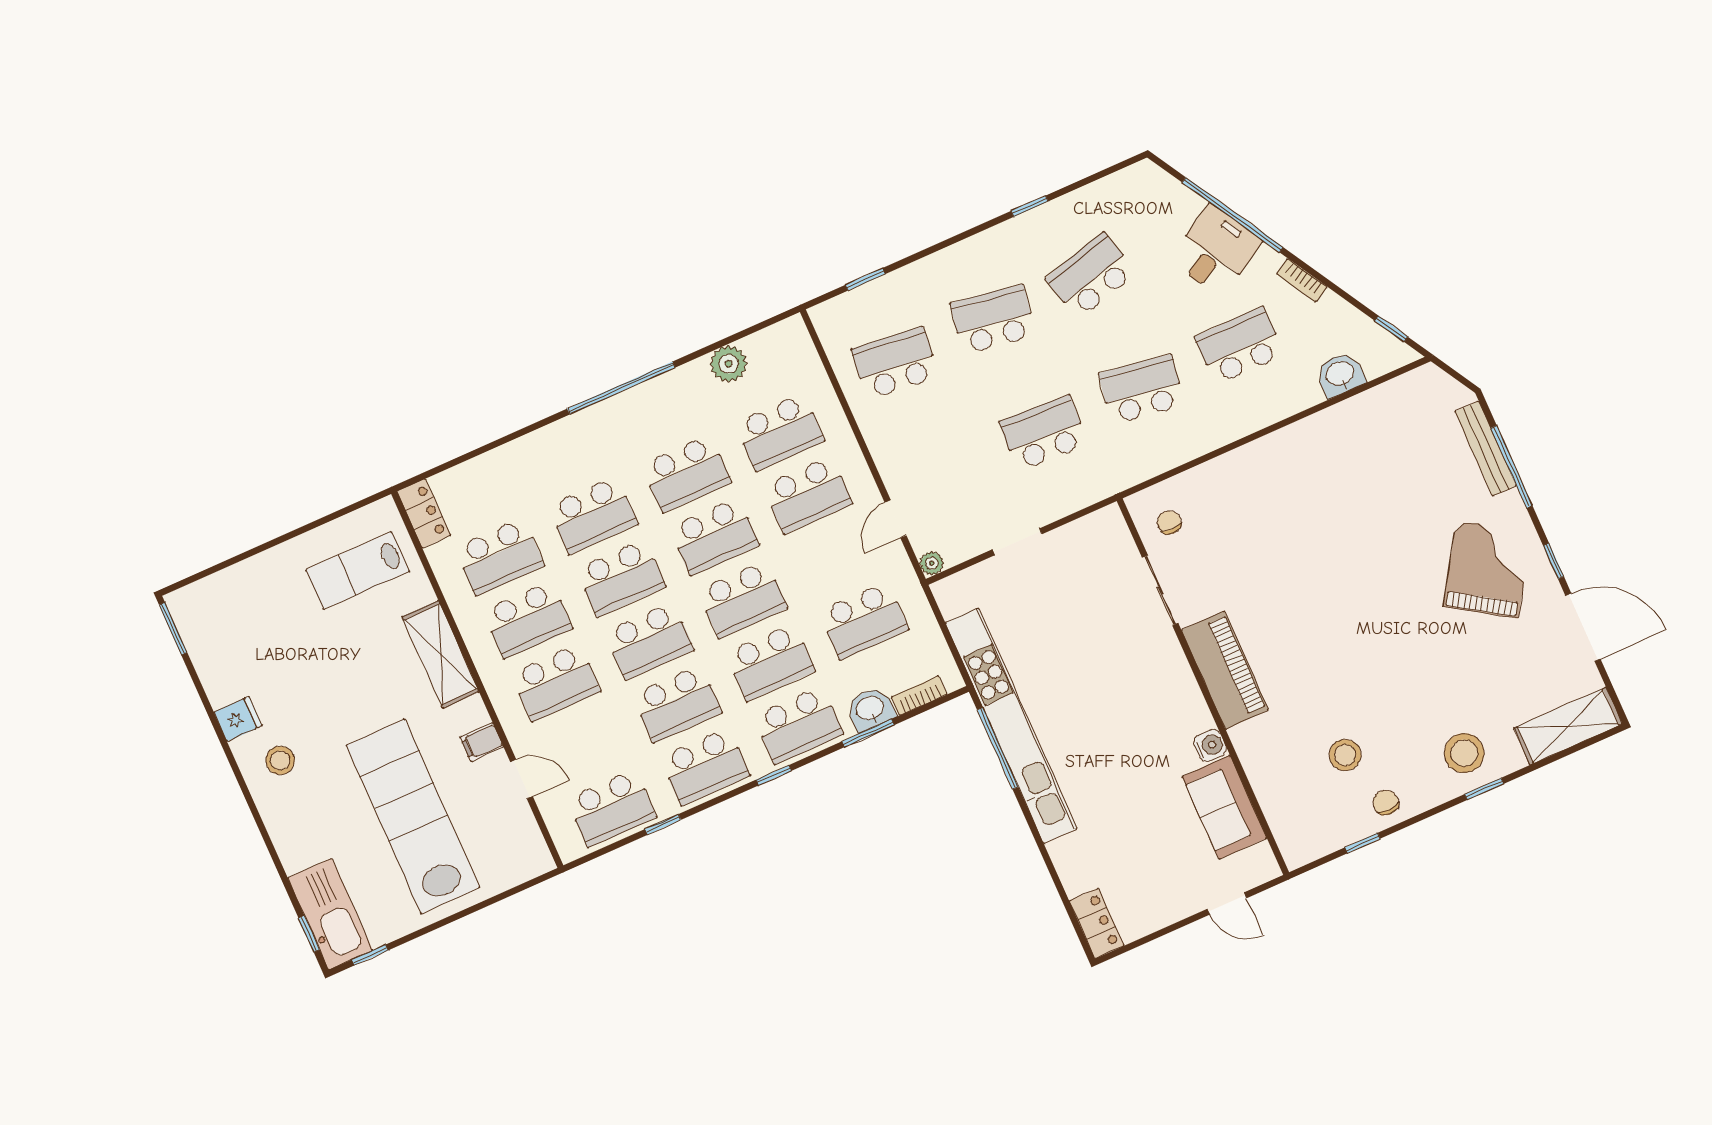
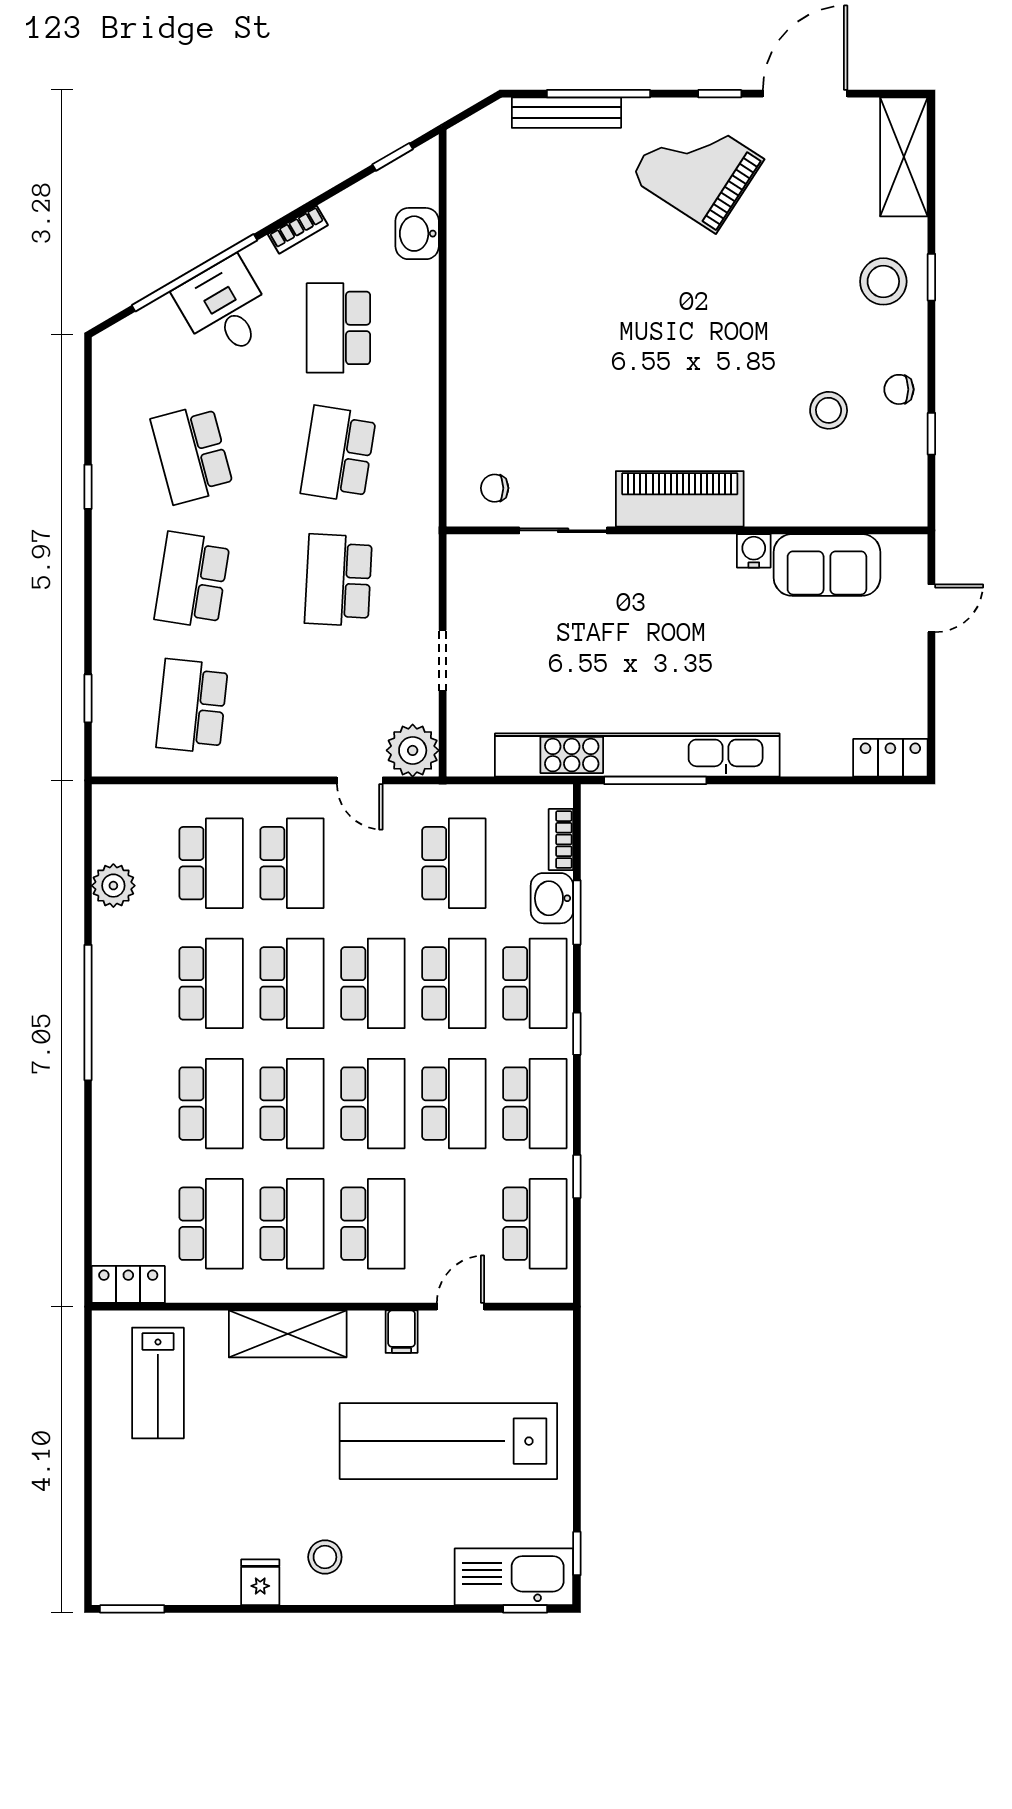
plant: (932, 563) -> (413, 750), width x1.87, depth x1.87

